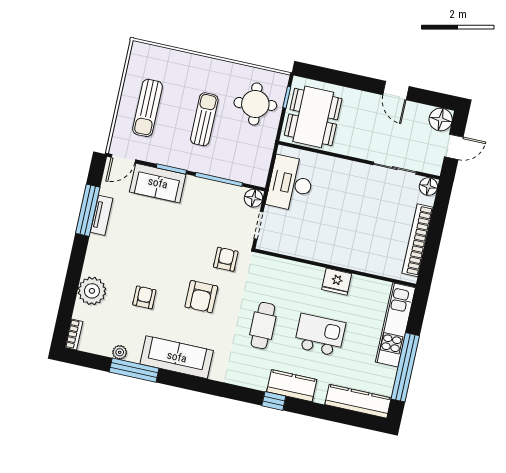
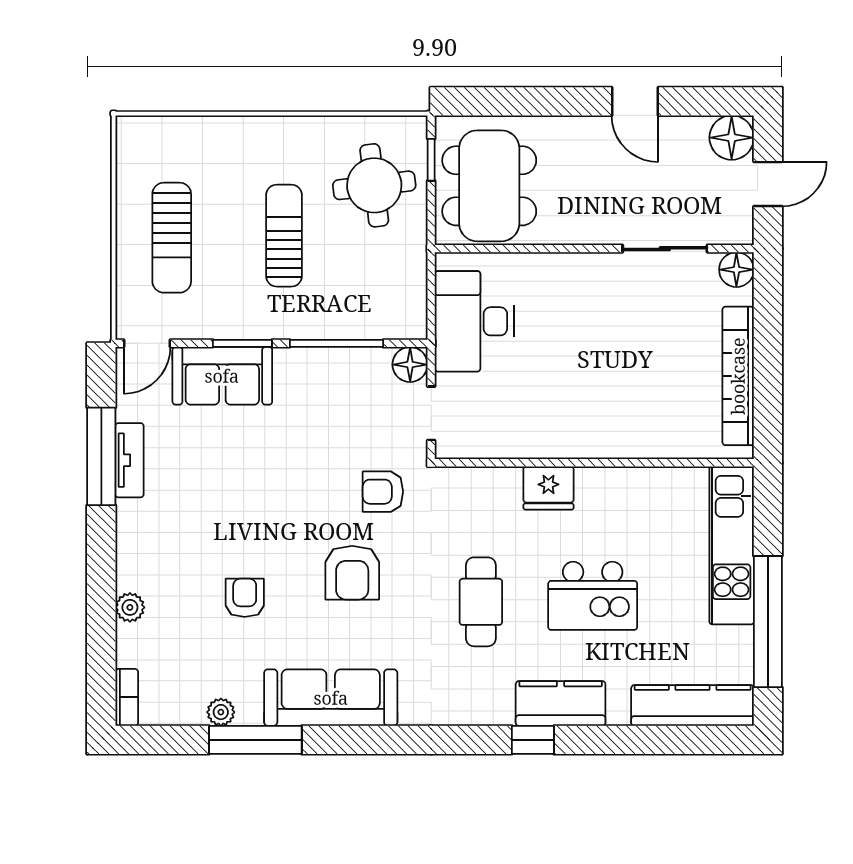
armchair: (226, 259) -> (383, 492), turned -90
fridge: (337, 282) -> (548, 488), moved
plant: (92, 291) -> (130, 607), width x0.53, depth x0.53
kitchen island: (320, 335) -> (593, 596), turned 180

